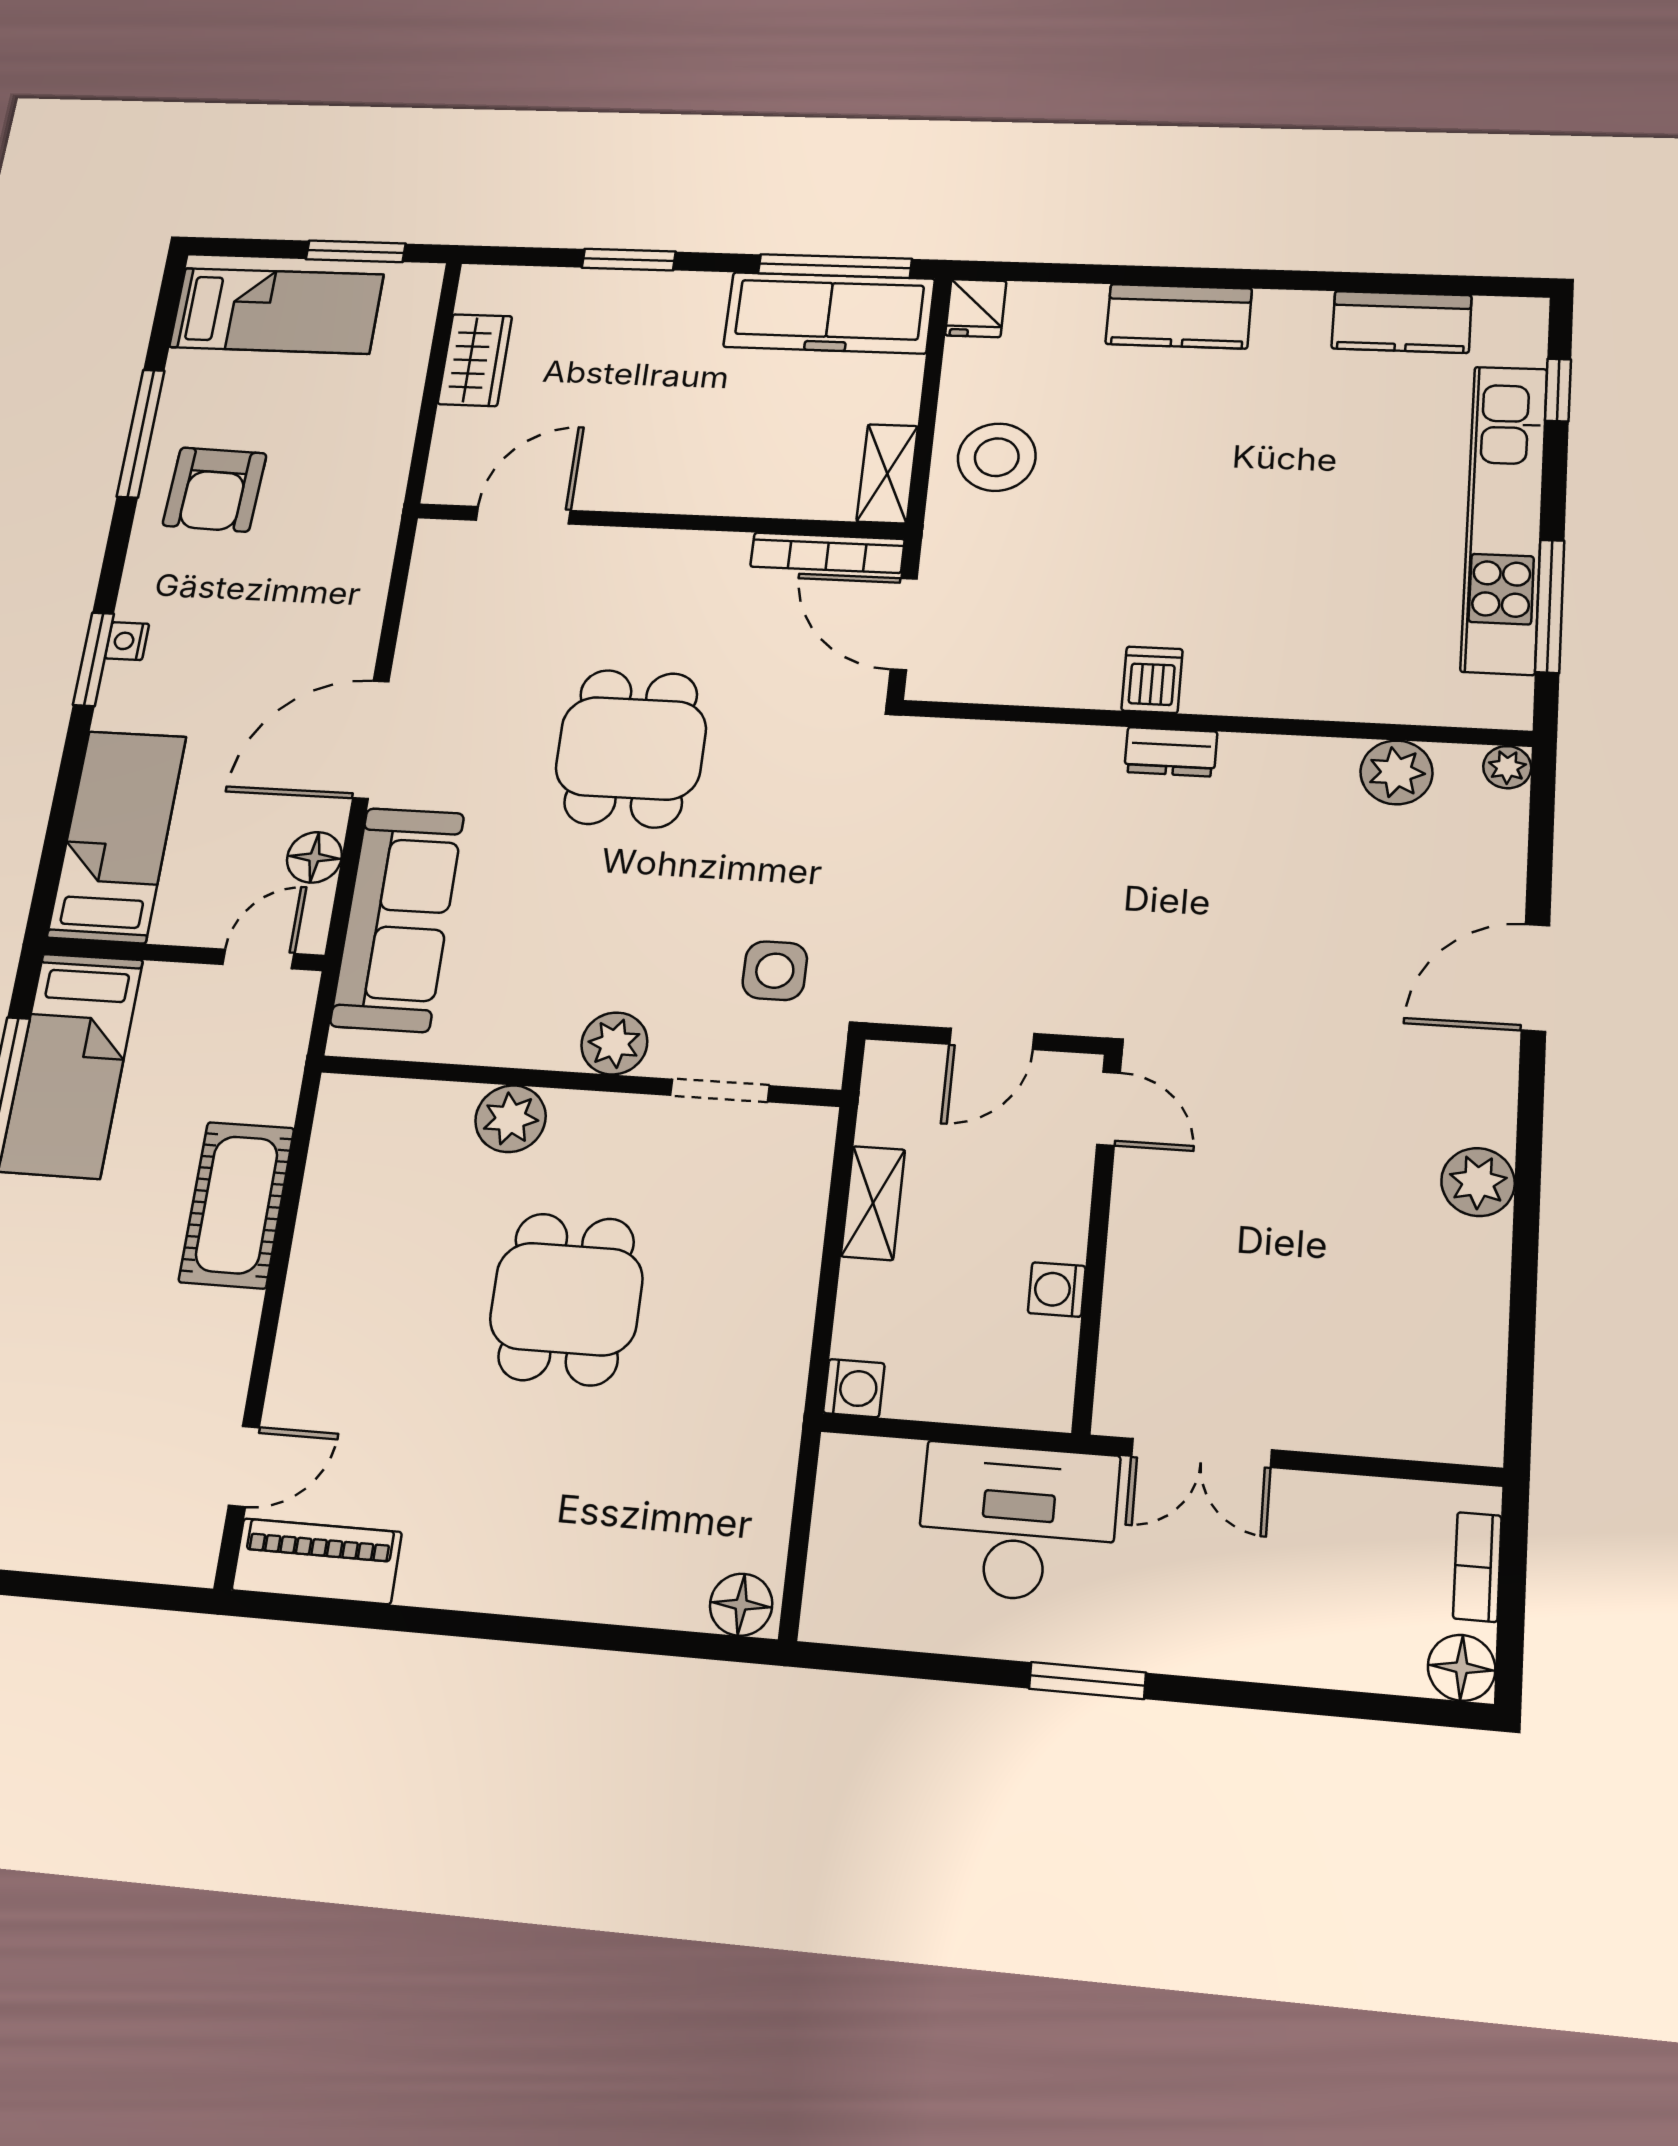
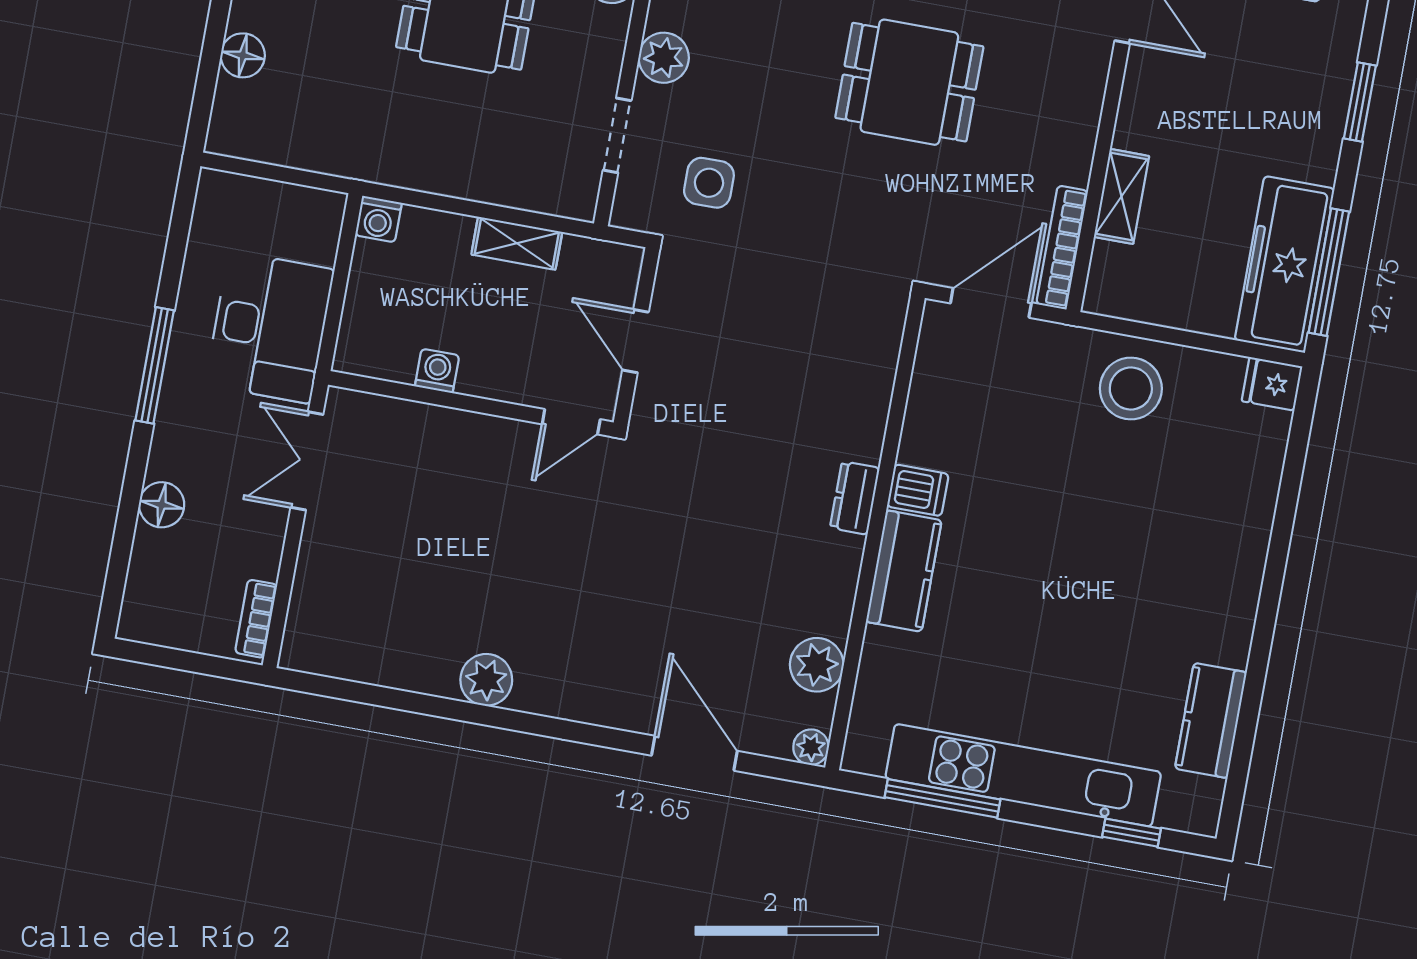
kitchen counter: (1179, 316) -> (904, 571), moved, turned 180
shelving: (887, 474) -> (1121, 196), moved, turned 90
door: (1535, 978) -> (694, 753), moved
bookcase: (1477, 1567) -> (256, 619), moved, turned -90
floor lamp: (741, 1605) -> (243, 55), moved
floor lamp: (1462, 1668) -> (162, 505), moved
window: (1087, 1681) -> (155, 365), width x1.44

